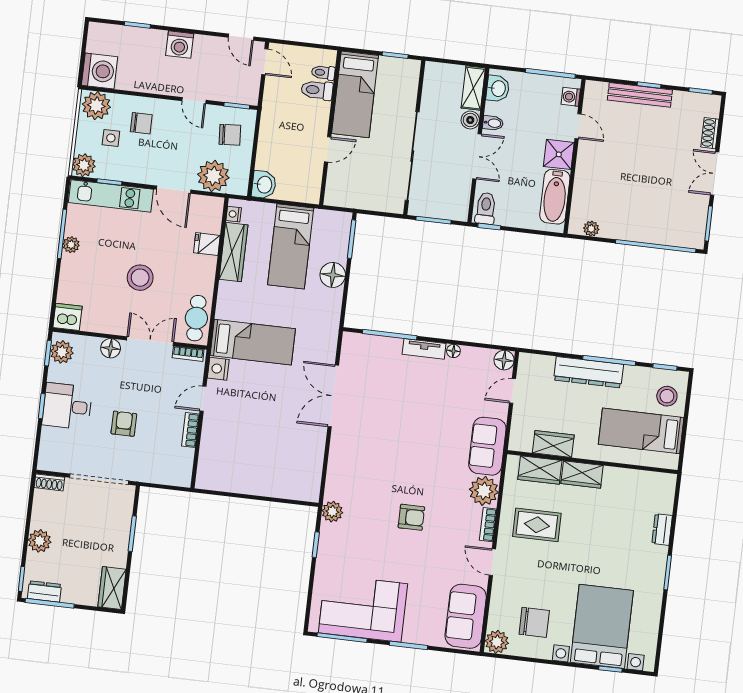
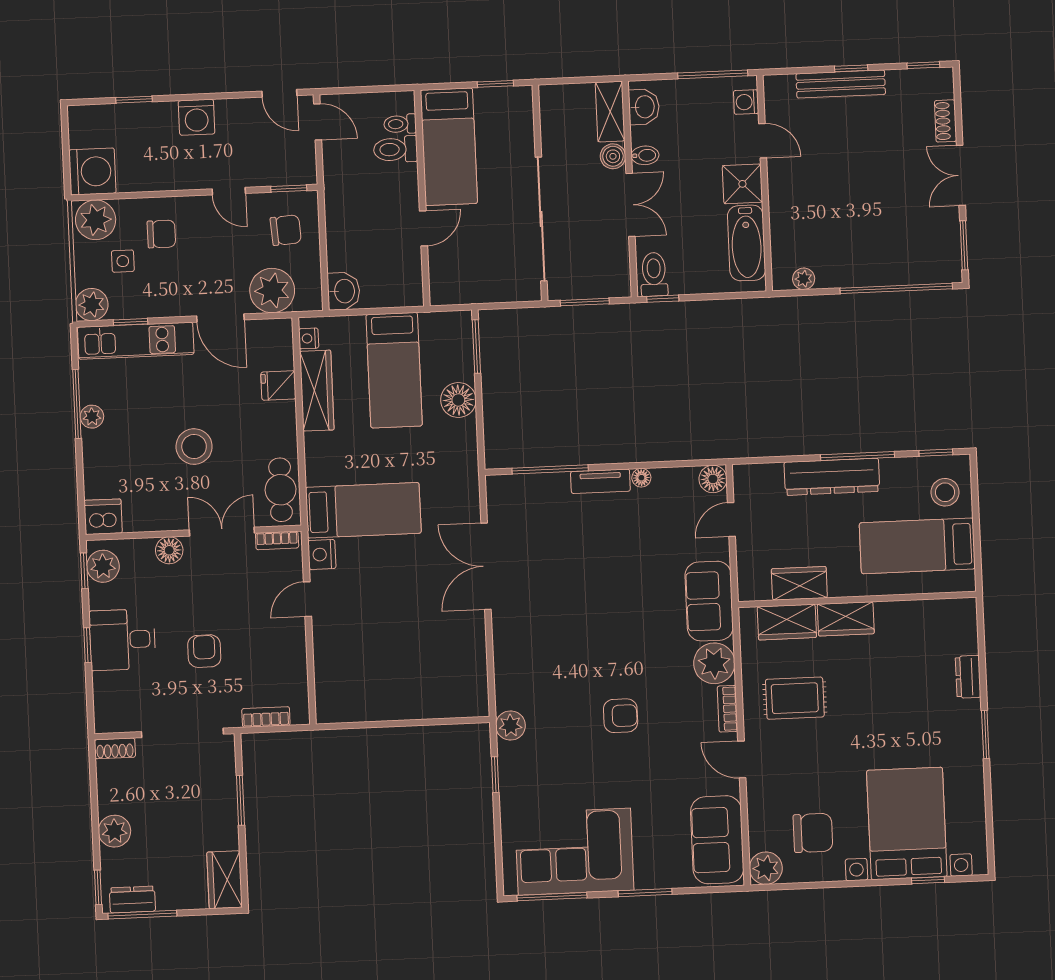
bookcase: (190, 430) -> (266, 717), moved, turned 90

